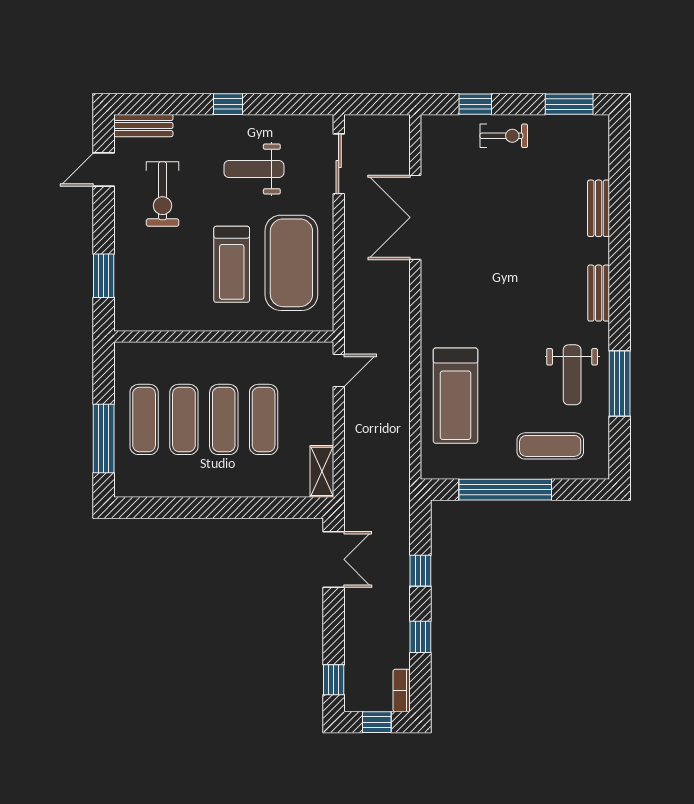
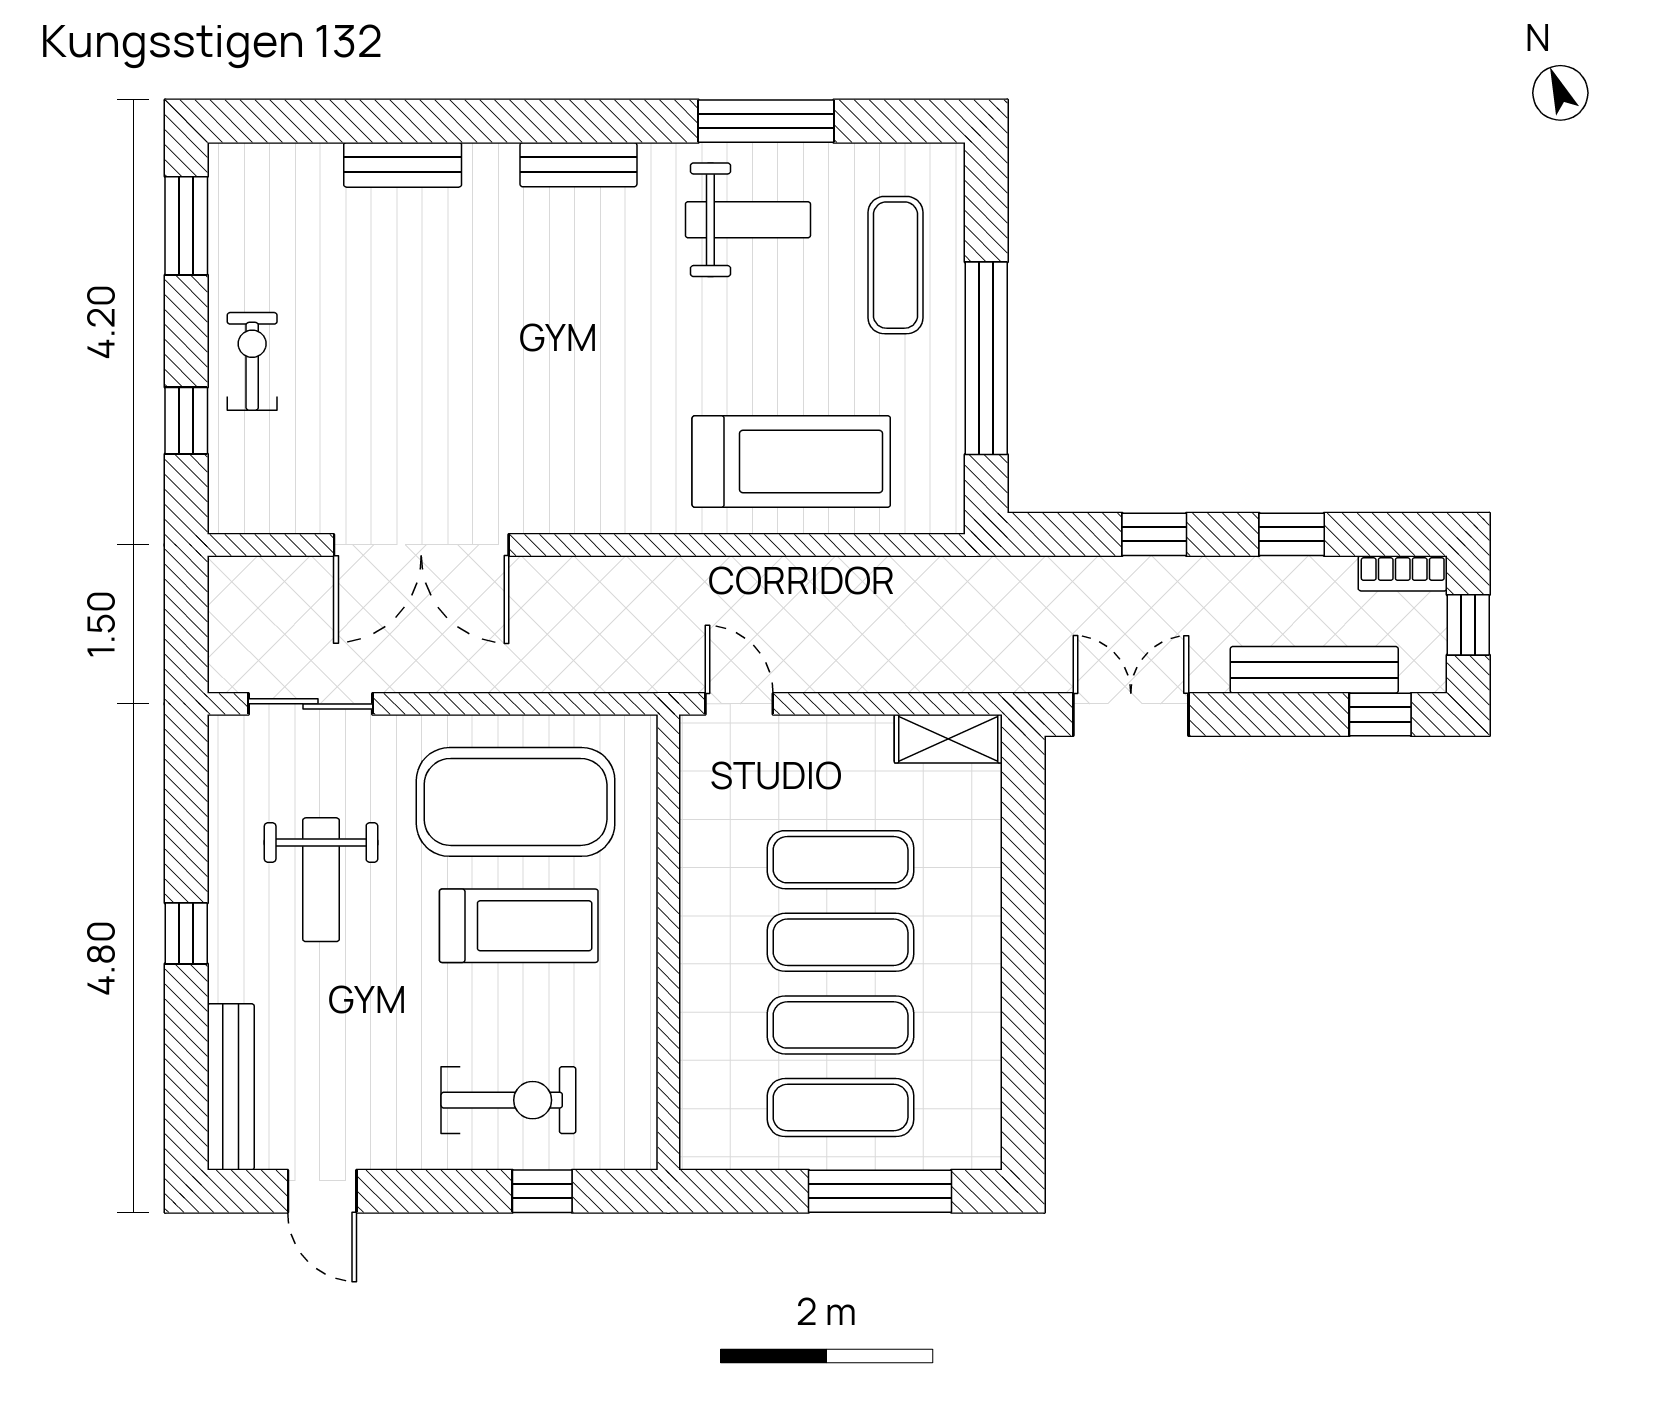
bench: (143, 126) -> (231, 1087), width x1.36
exercise bike: (163, 194) -> (508, 1100), moved
window: (104, 276) -> (542, 1191), width x0.67
bench: (355, 648) -> (1314, 670), added

